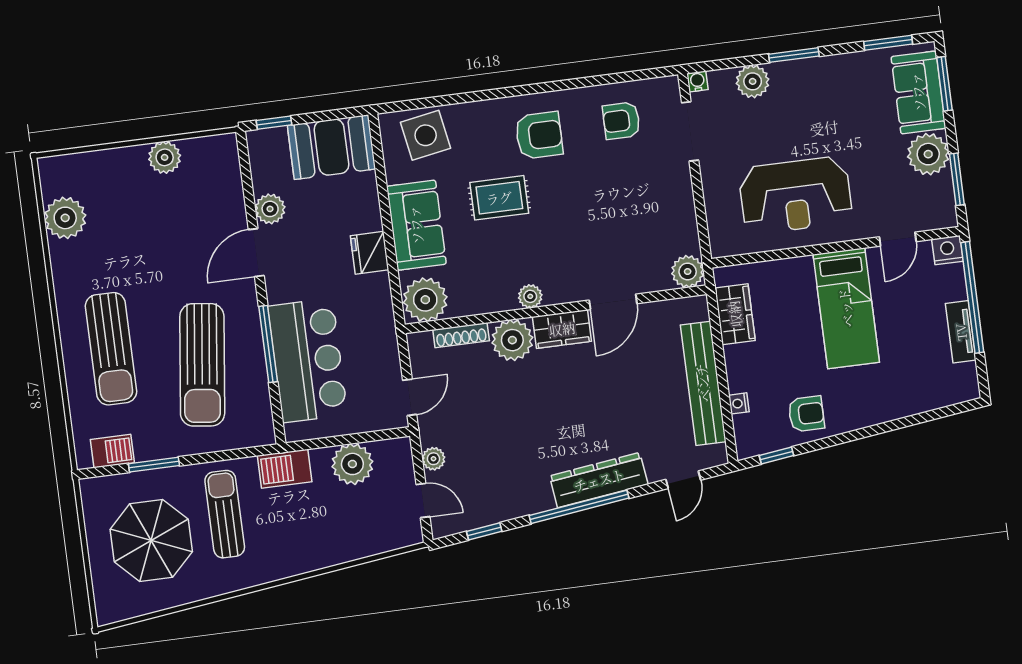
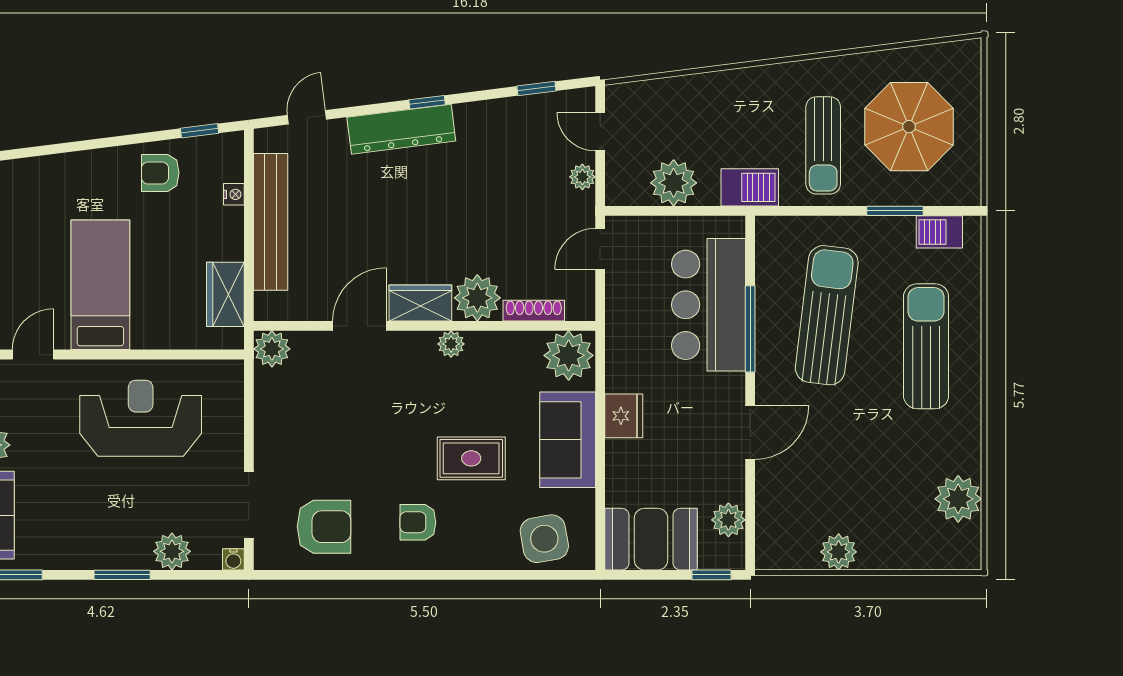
armchair: (621, 121) -> (324, 527), width x1.38, depth x1.38
armchair: (539, 135) -> (418, 522), width x0.72, depth x0.72
plant: (270, 209) -> (728, 520), moved
window: (579, 507) -> (427, 102), width x0.32

